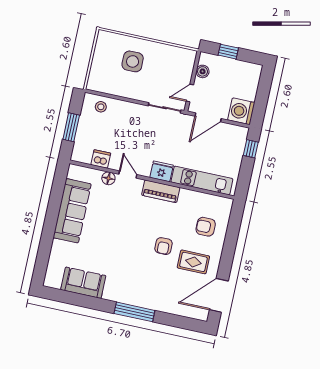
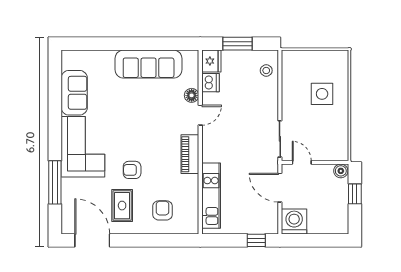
boiler: (203, 71) -> (341, 171), moved
fridge: (162, 171) -> (211, 61), moved
corner sofa: (133, 285) -> (83, 147), added
window: (134, 312) -> (55, 182), moved

